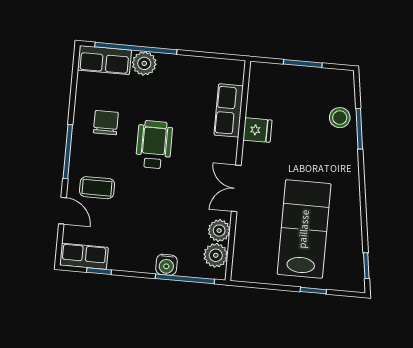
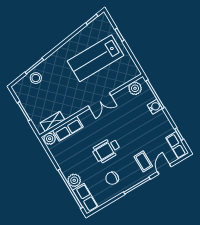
shelving: (256, 95) -> (53, 121), added
fridge: (257, 130) -> (67, 110), removed
plant: (219, 231) -> (50, 139), moved

